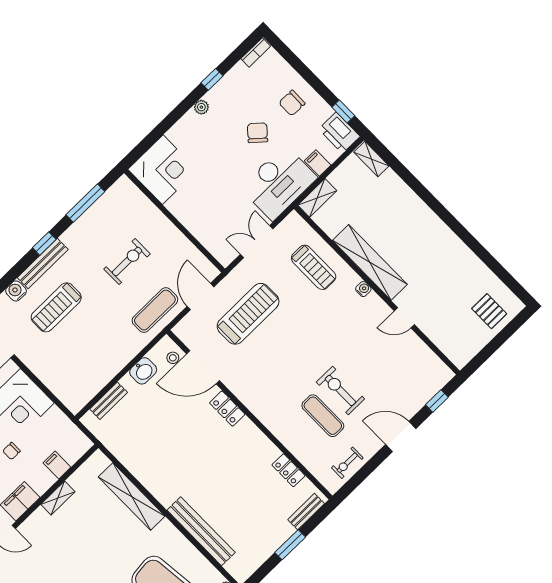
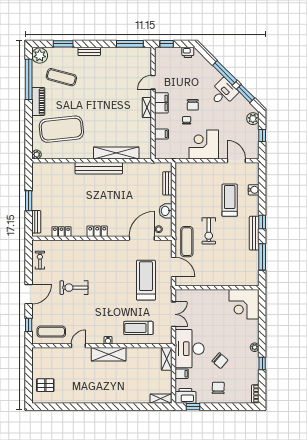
exercise bike: (127, 262) -> (209, 231), moved
shelving: (370, 262) -> (109, 354), width x0.68
bench: (43, 264) -> (254, 233), moved
treadmill: (248, 314) -> (146, 280), turned 180
exercise bike: (340, 390) -> (74, 288), turned 180
locker: (227, 409) -> (97, 231), moved
exercise mat: (323, 416) -> (51, 332), moved
shelving: (58, 498) -> (147, 108), moved
bench: (201, 531) -> (99, 168), moved

